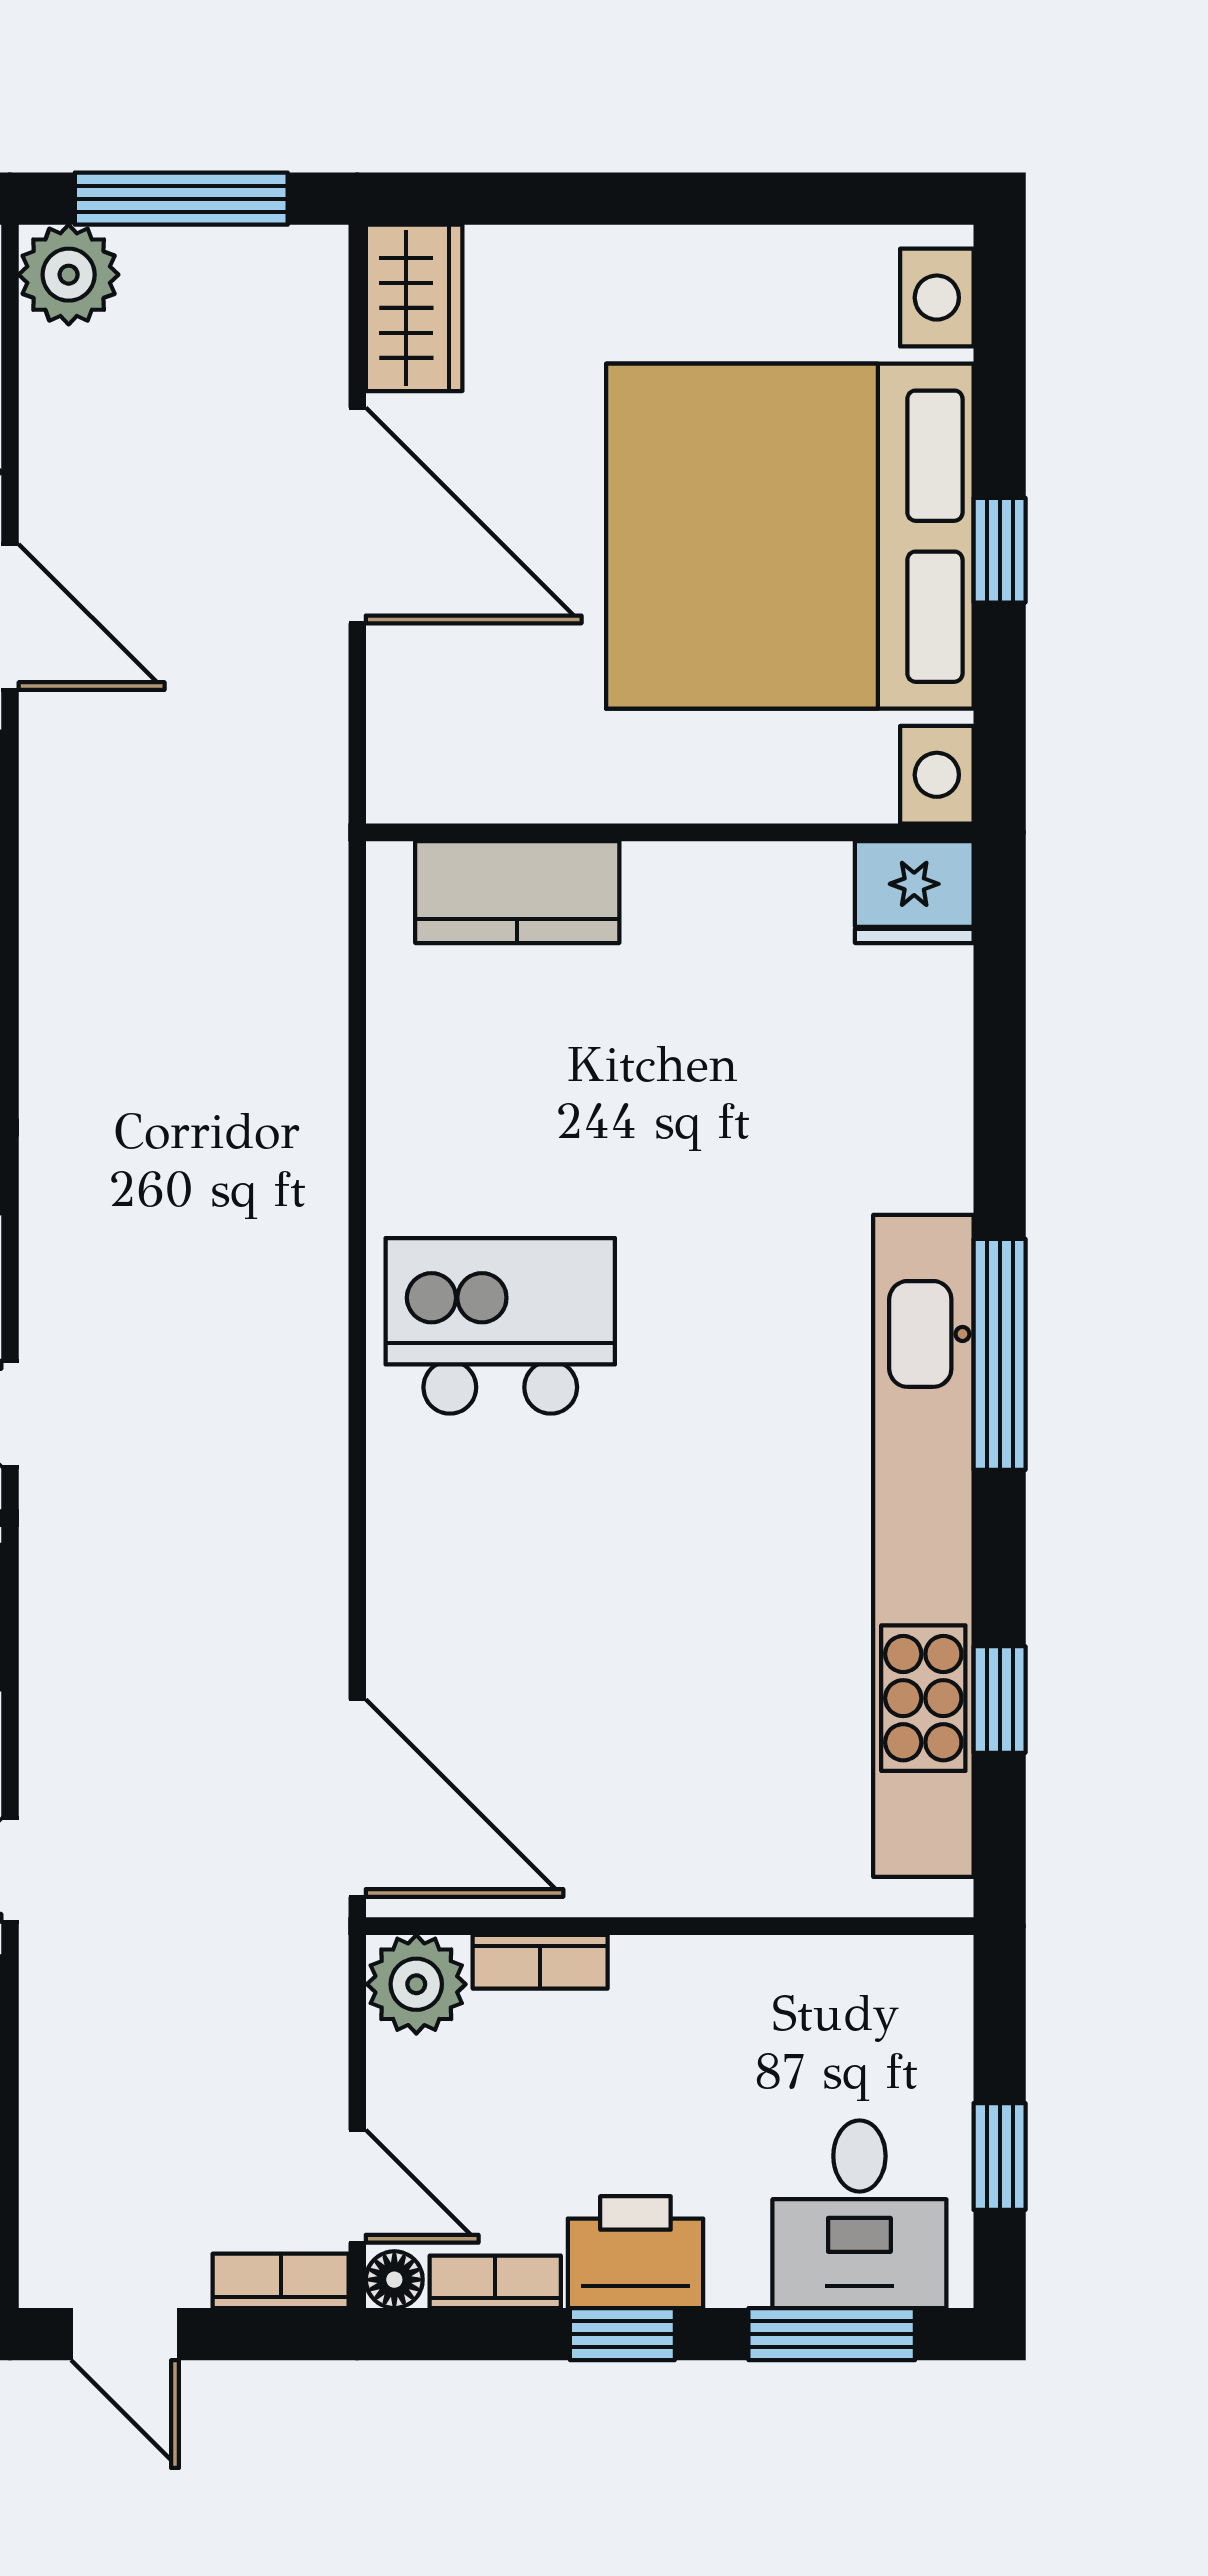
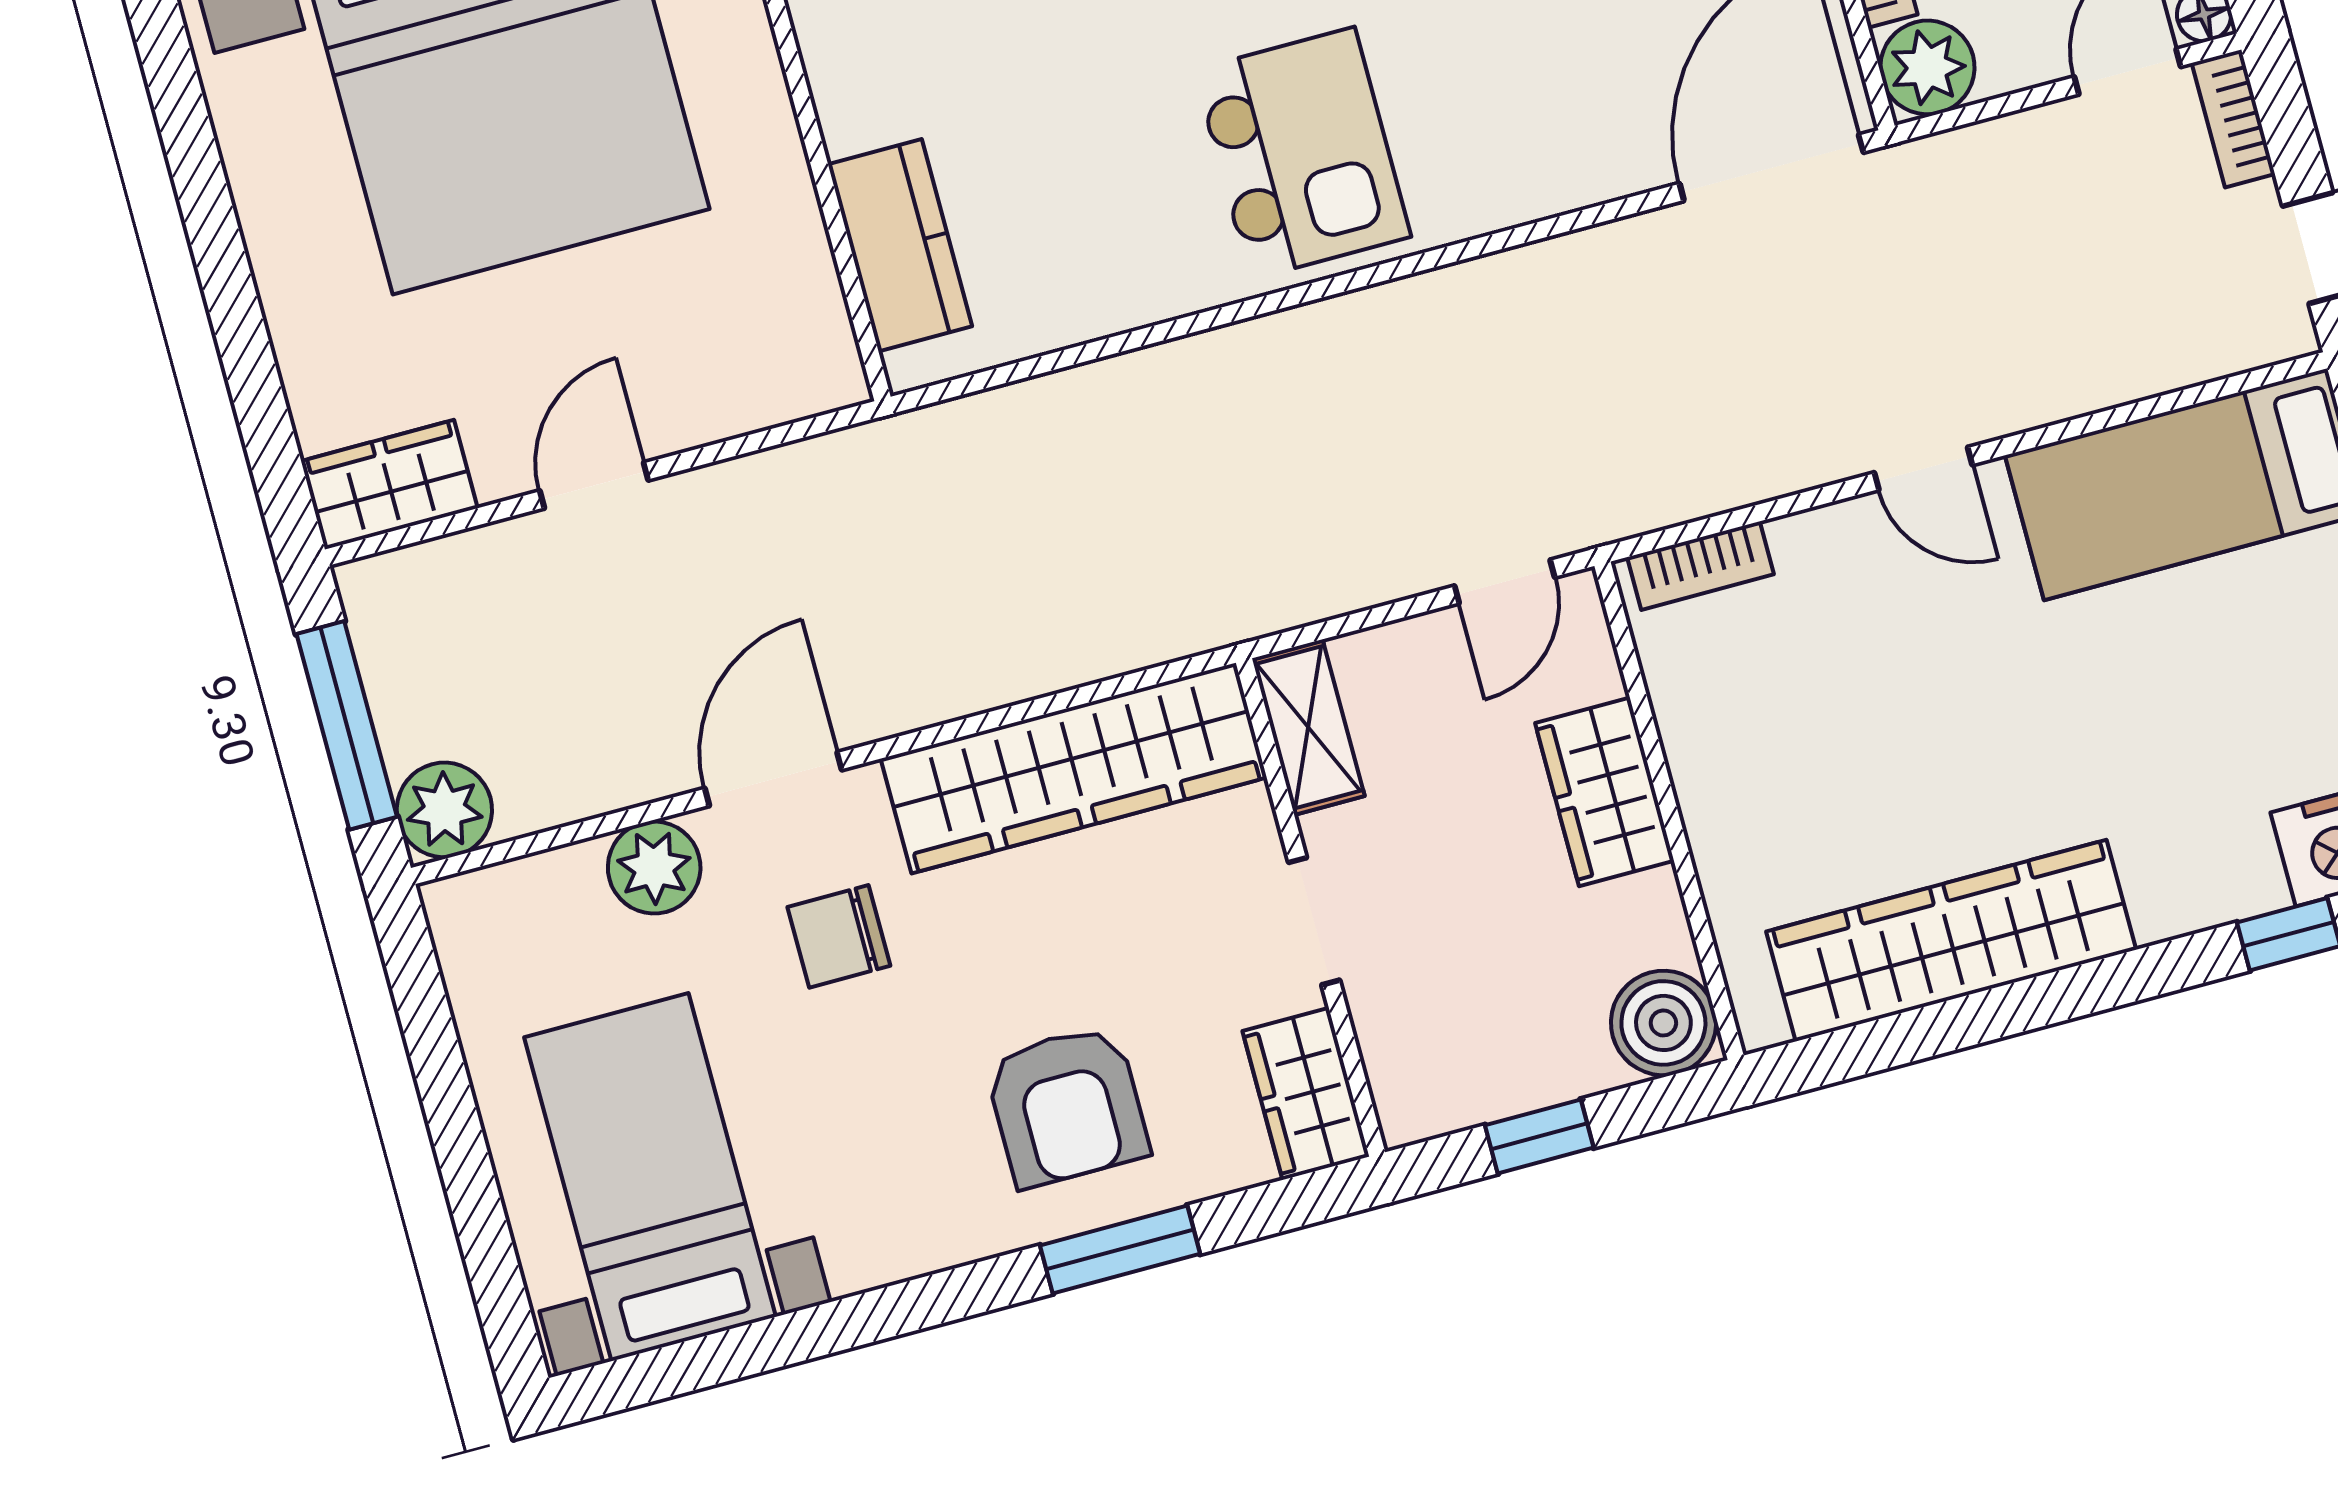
door: (357, 515) -> (594, 485), width x0.53
kitchen island: (500, 1326) -> (1302, 153), turned 180

